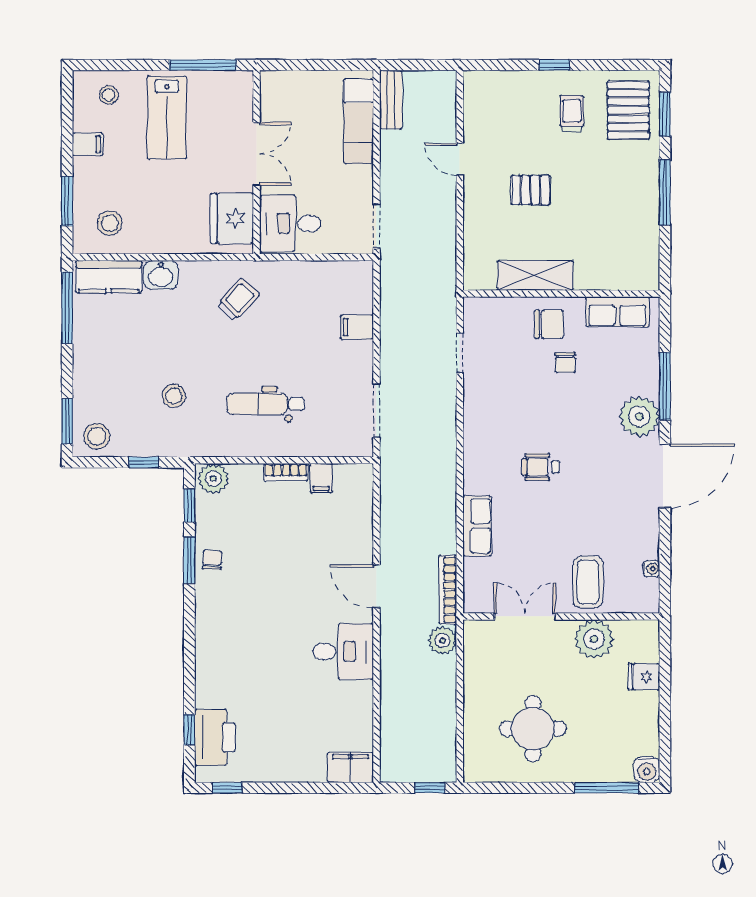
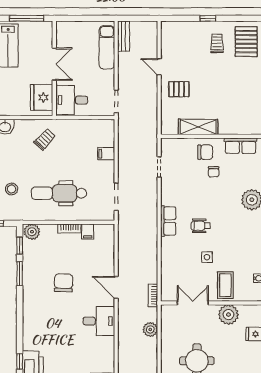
pallet: (530, 190) -> (179, 89), moved
dental chair: (266, 404) -> (59, 193), width x1.36, depth x1.38
row of seats: (477, 526) -> (168, 221), moved
side table: (552, 528) -> (207, 257), added
chair: (212, 560) -> (64, 283), moved, width x1.87, depth x1.87
bookcase: (448, 590) -> (153, 296), width x0.64
plant: (443, 641) -> (150, 329), moved

